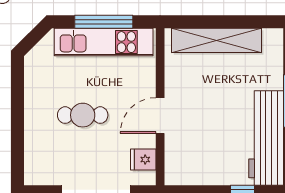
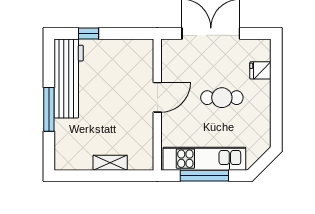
shelving: (216, 40) -> (110, 163), width x0.45, depth x0.75
fridge: (143, 160) -> (260, 70), moved, turned 180

